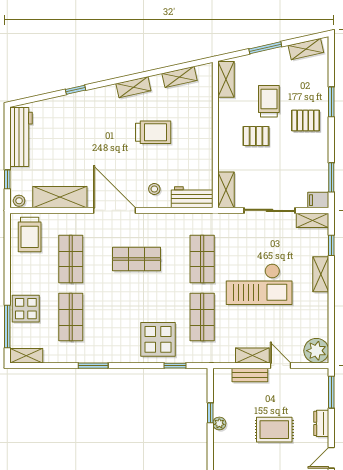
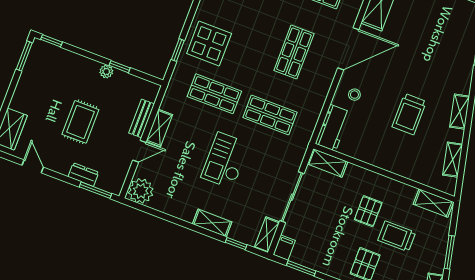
trolley: (269, 101) -> (397, 236), turned 180
checkout: (259, 284) -> (225, 160), width x0.73, depth x0.83
dresser: (321, 423) -> (83, 175), moved

